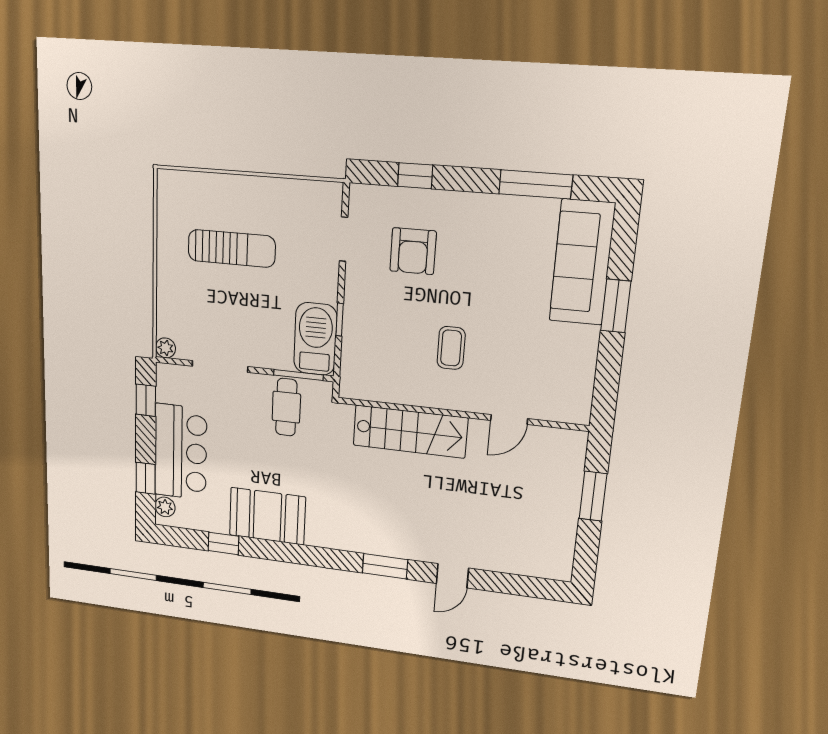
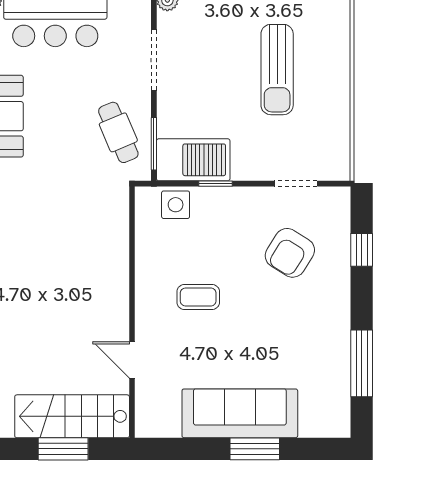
armchair: (413, 251) -> (290, 253), turned -58
sofa: (582, 262) -> (240, 413), moved
side table: (358, 361) -> (176, 205), added
cafe table: (286, 407) -> (118, 132), turned 67
stairs: (410, 432) -> (72, 416), moved, turned 90

